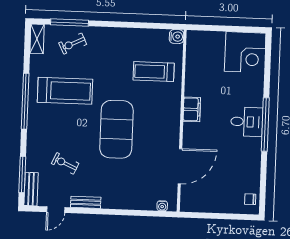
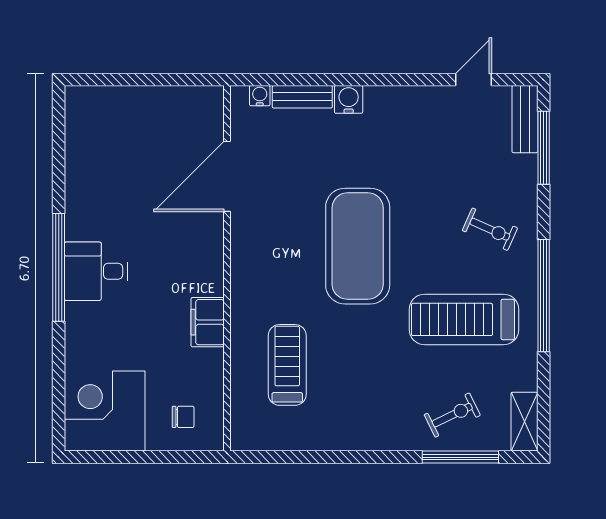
water cooler: (177, 37) -> (349, 99), moved, turned 90
treadmill: (154, 72) -> (287, 365), turned -90
filing cabinet: (192, 109) -> (208, 322), moved
exercise bike: (65, 163) -> (490, 229), moved
chair: (250, 199) -> (183, 417), moved
bench: (86, 202) -> (302, 97), moved

